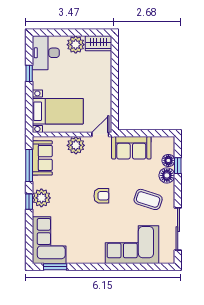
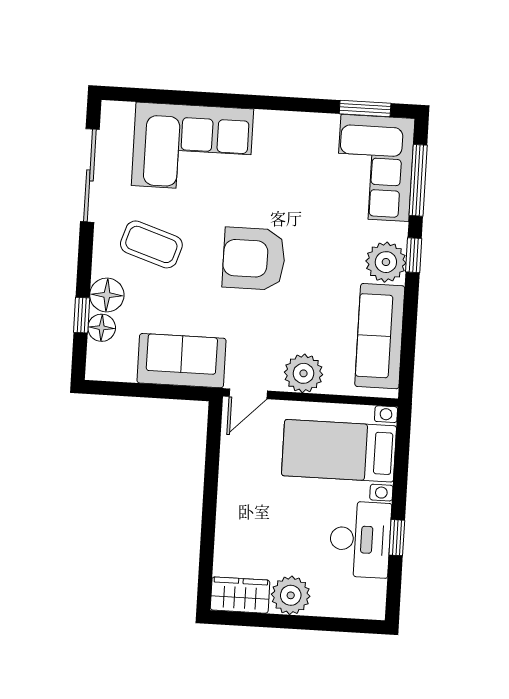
desk: (46, 53) -> (360, 539), moved
sofa: (42, 158) -> (380, 336), width x1.36
window: (29, 165) -> (418, 180), moved
armchair: (101, 196) -> (254, 259), width x1.88, depth x1.88

